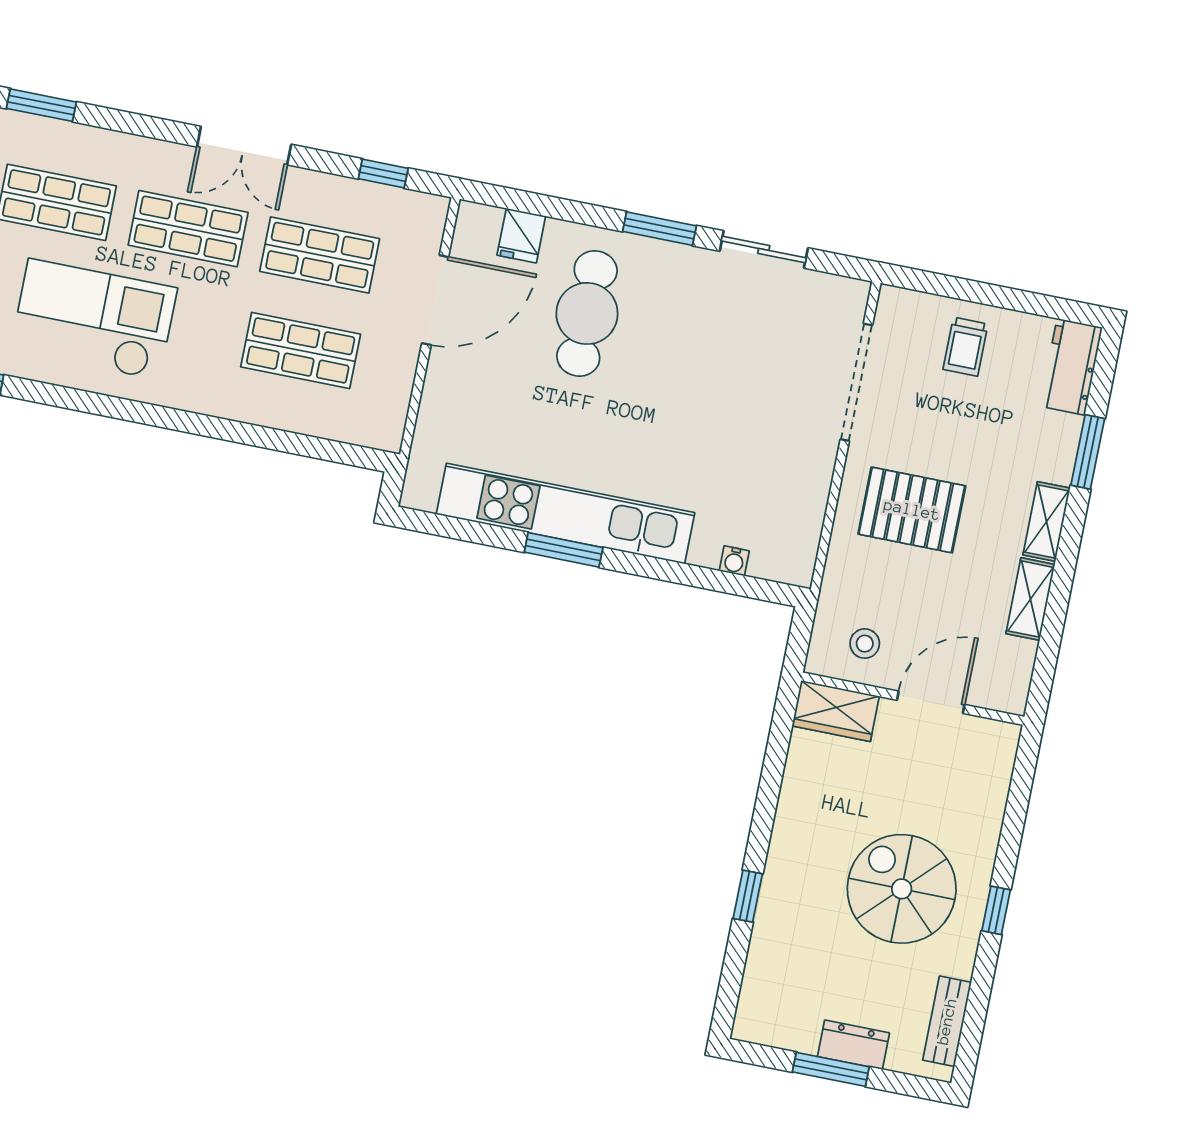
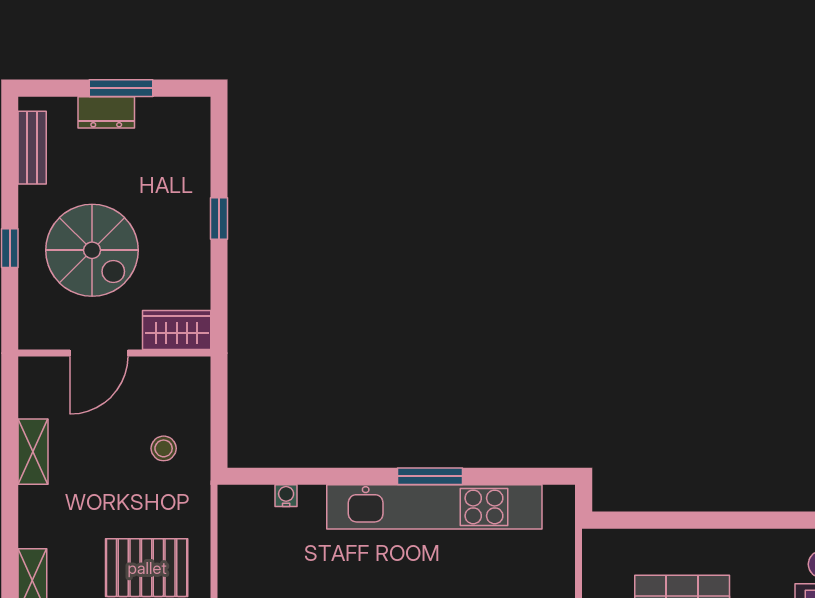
shelving: (1030, 599) -> (33, 452), moved
wall: (913, 699) -> (114, 353), moved
door: (931, 702) -> (99, 353), moved
wardrobe: (836, 711) -> (177, 330), moved

